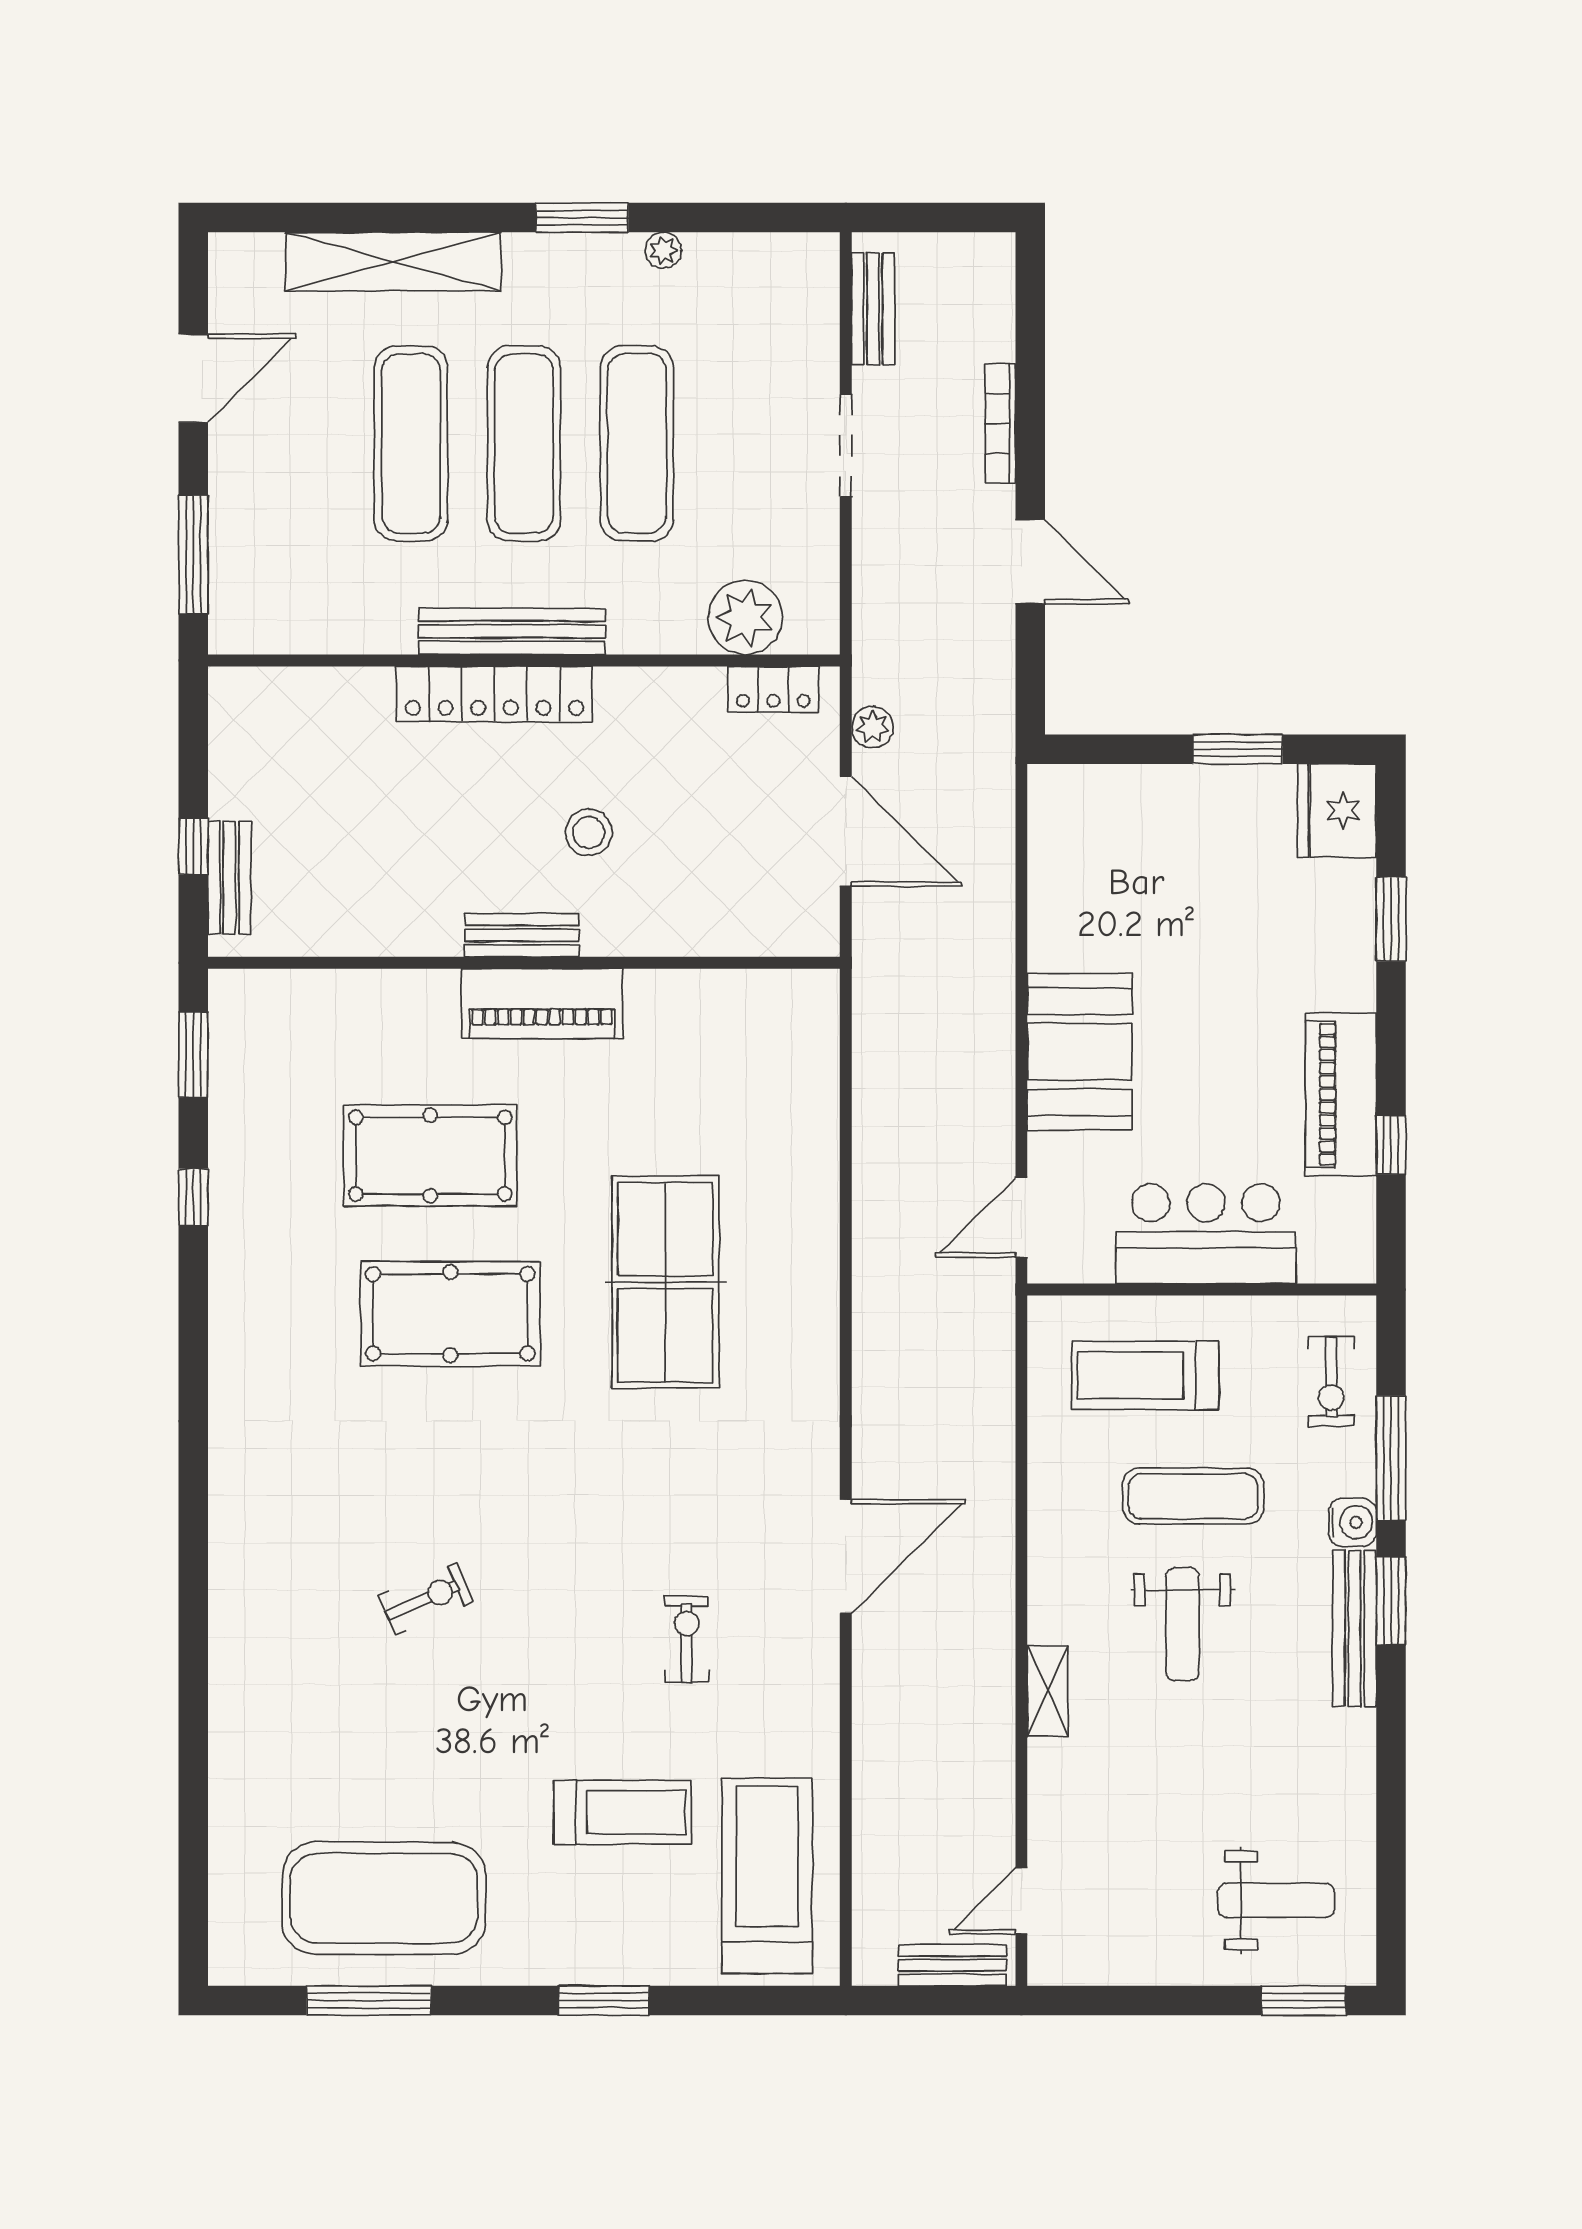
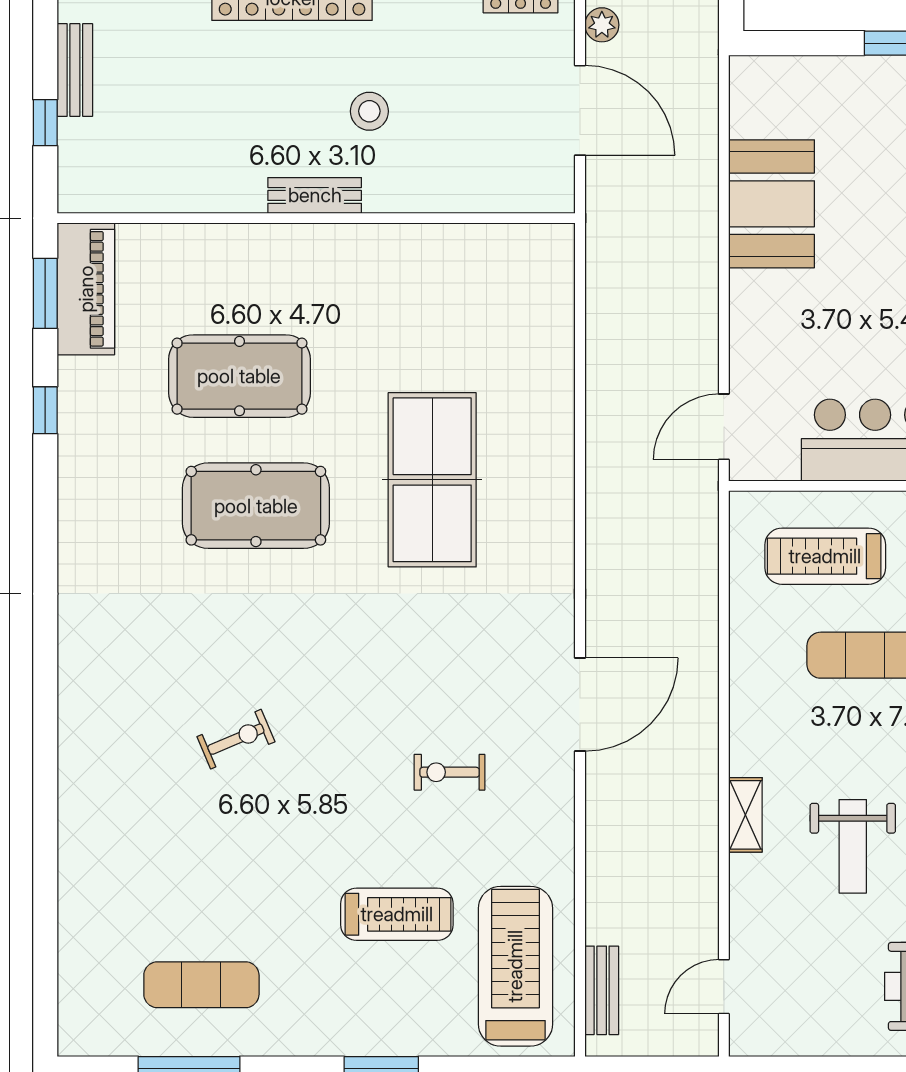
bench: (229, 878) -> (75, 70), moved
piano: (542, 1004) -> (86, 289), moved, turned -90
booth: (1080, 1052) -> (772, 204), moved
weight bench: (1183, 1624) -> (853, 846), moved
exercise bike: (687, 1639) -> (450, 772), turned -90
exercise mat: (384, 1898) -> (201, 985), width x0.50, depth x0.69
bench: (952, 1965) -> (602, 990), moved, turned 90

